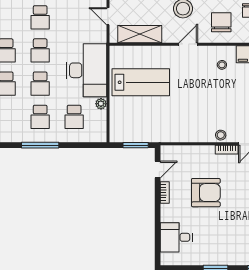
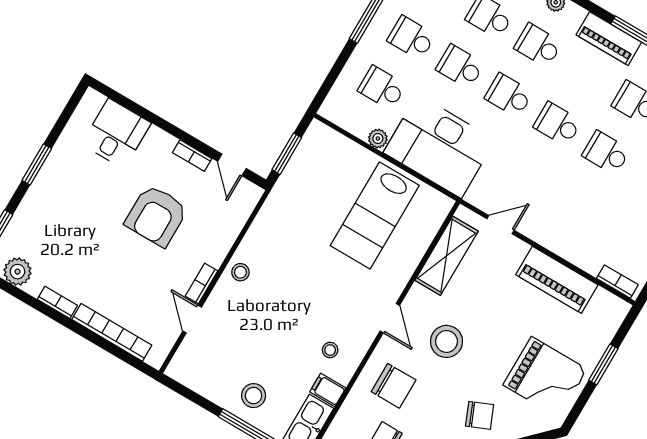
stool: (221, 135) -> (240, 272), moved

